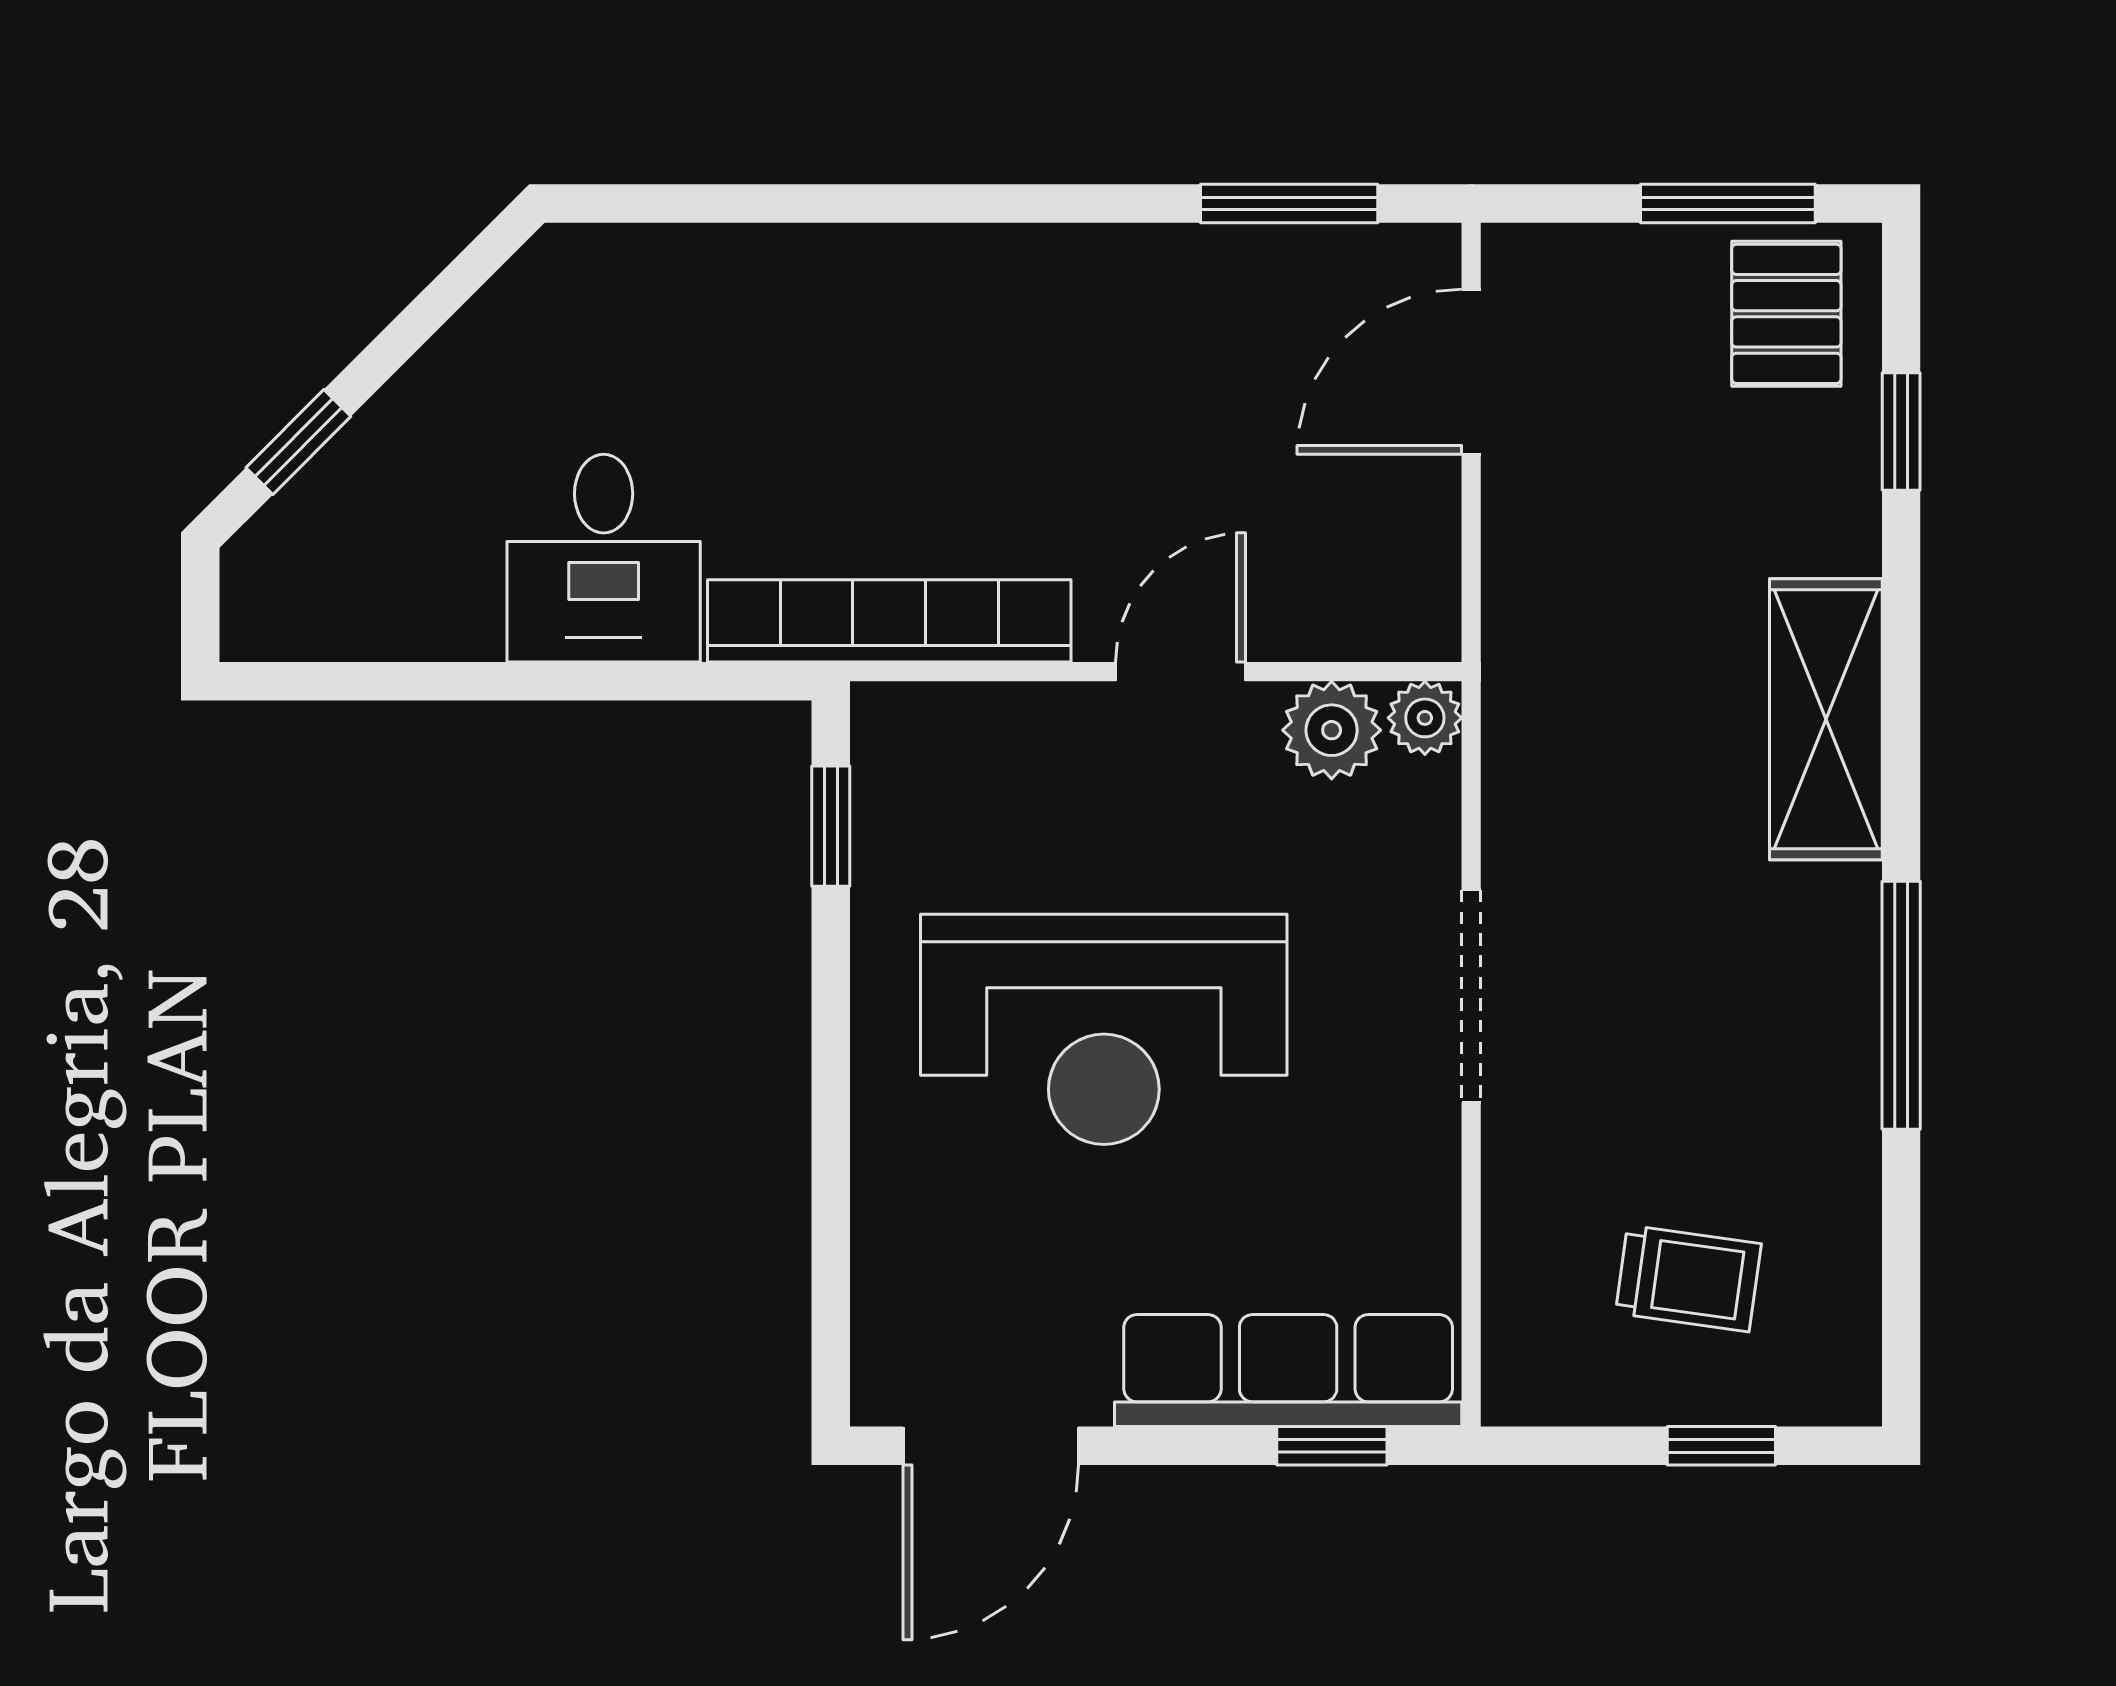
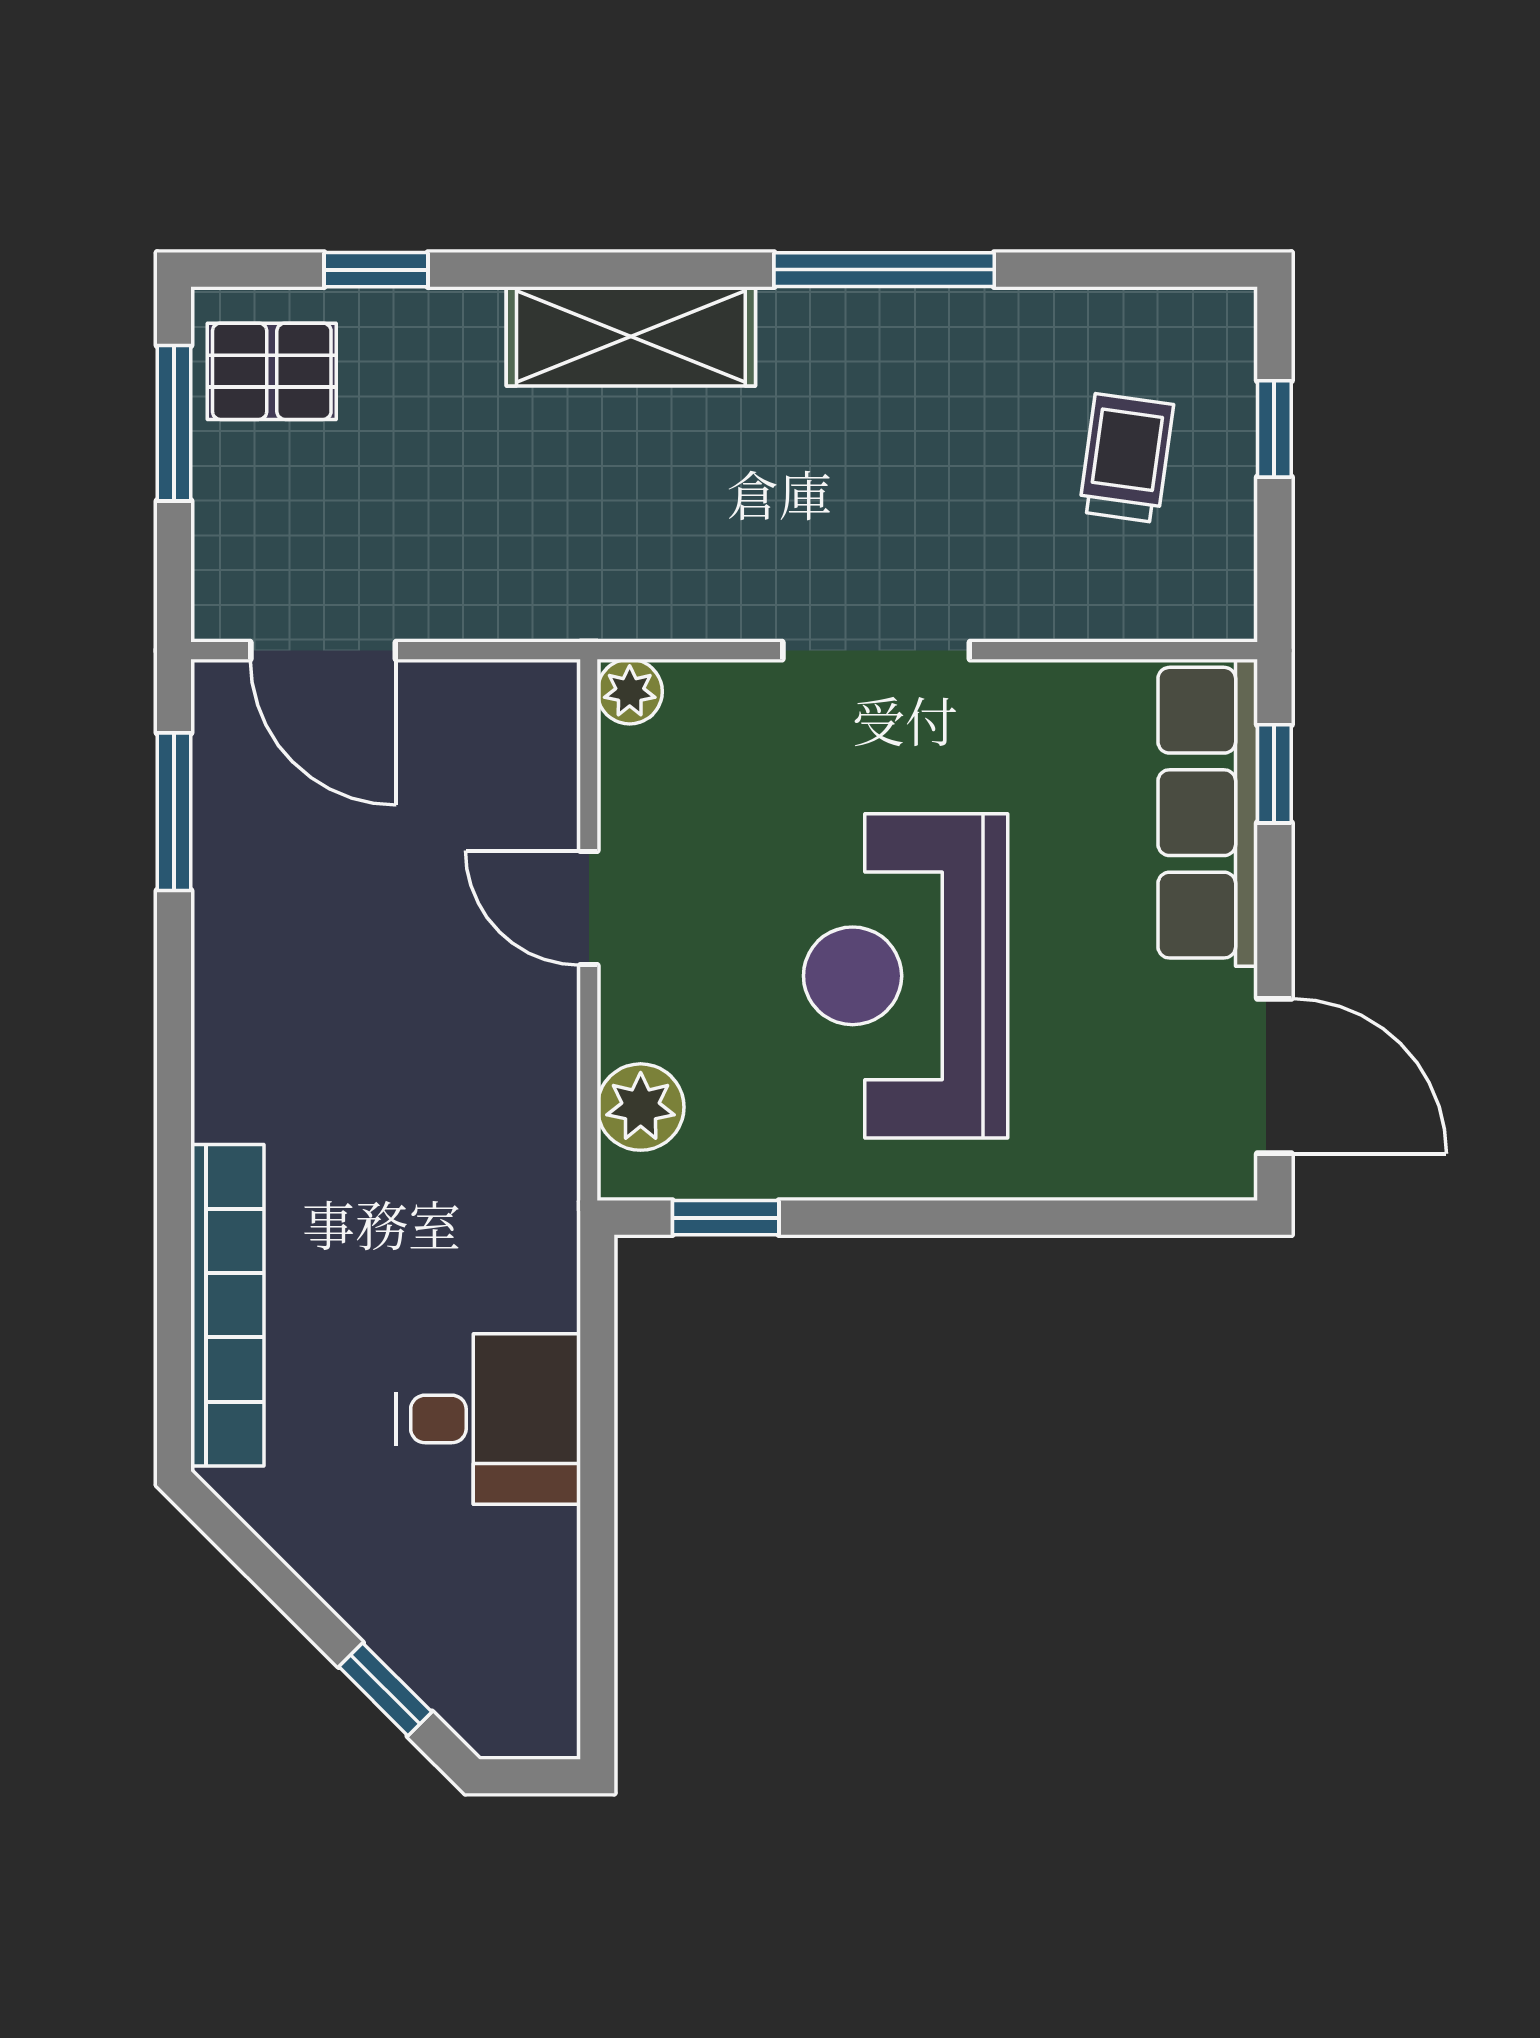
bookcase: (889, 621) -> (227, 1305), moved, turned 180
plant: (1332, 730) -> (641, 1107), moved
reception desk: (1104, 1029) -> (906, 976), turned 180

